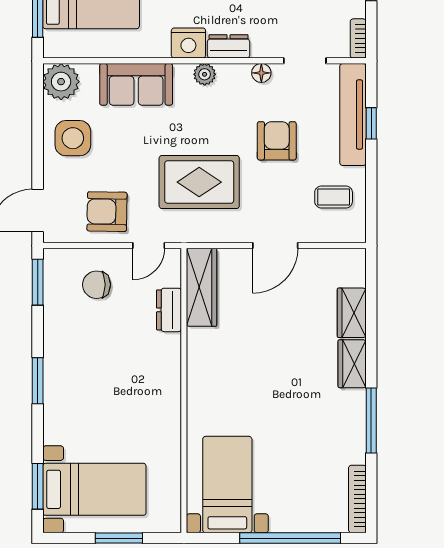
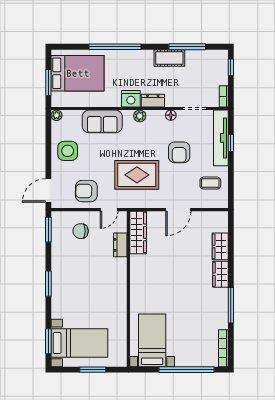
plant: (61, 82) -> (57, 115), width x0.53, depth x0.53
armchair: (277, 141) -> (179, 152), turned 180

